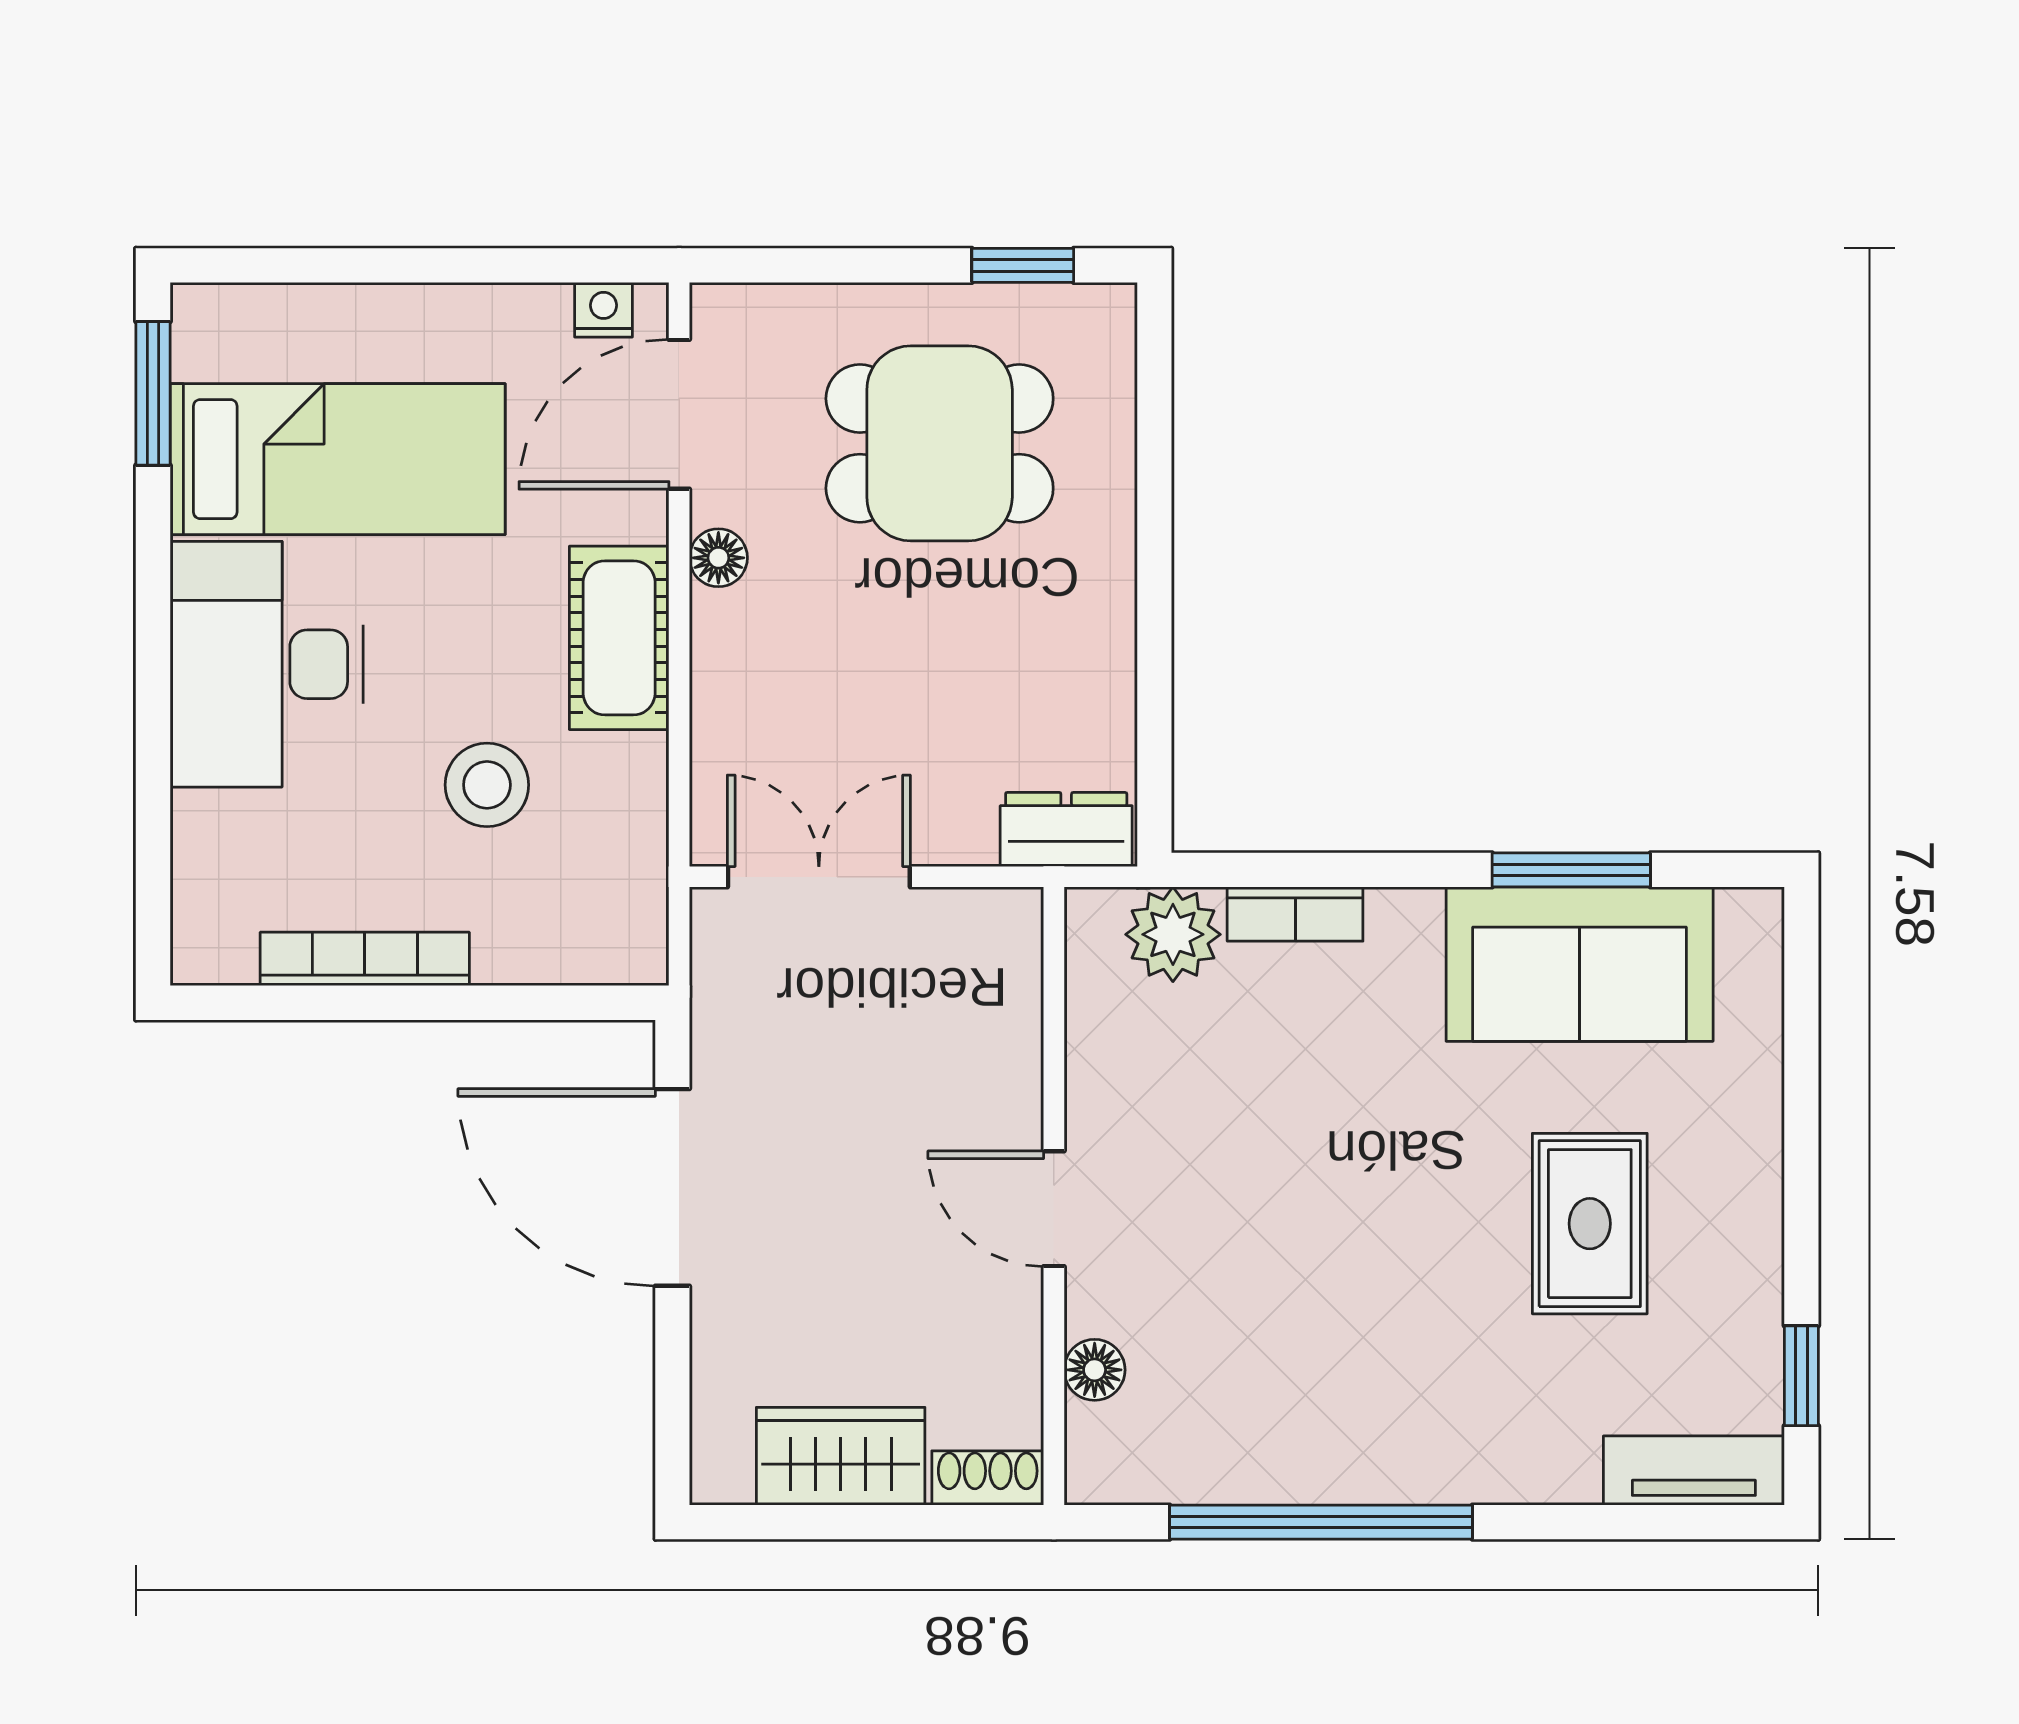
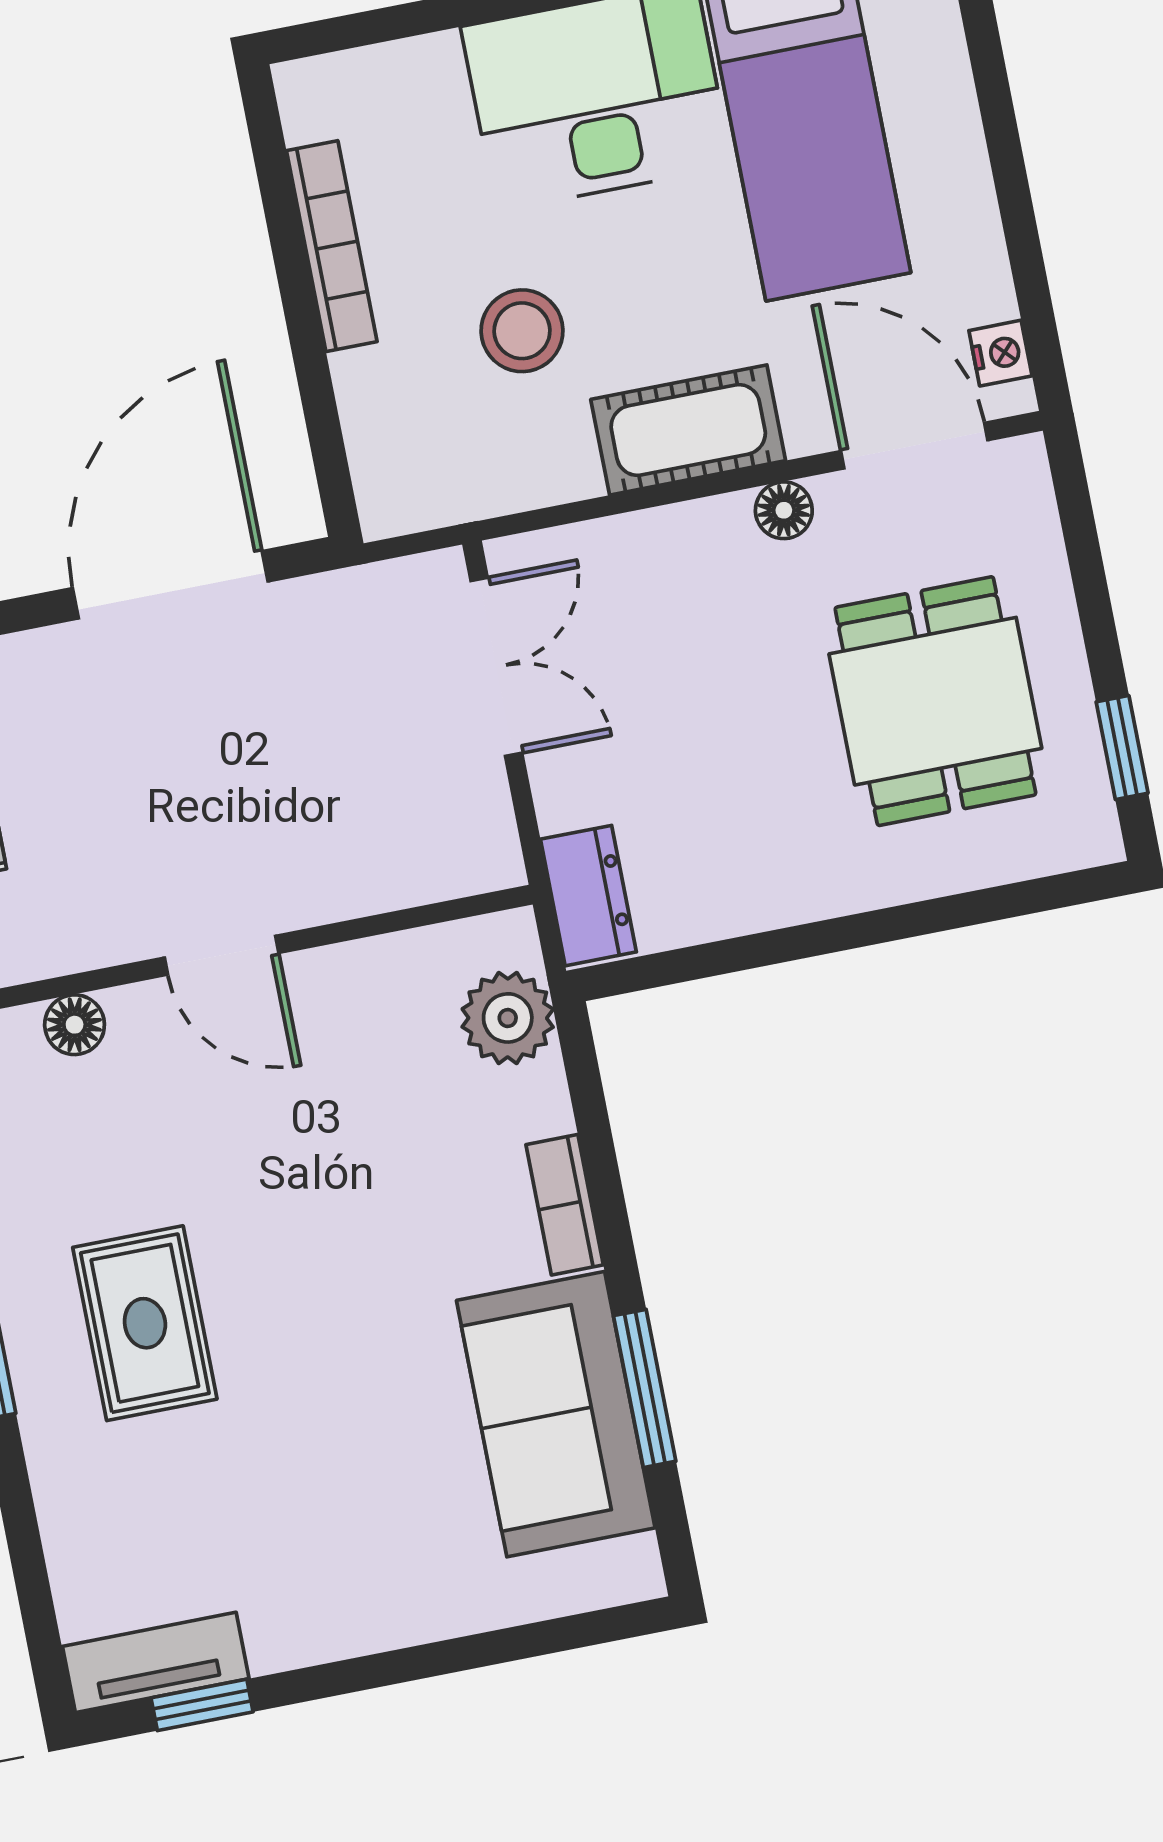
bookcase: (1295, 914) -> (565, 1205), moved
door: (1054, 1209) -> (222, 955), swing flipped
rug: (1590, 1224) -> (145, 1323), moved, turned 90
tv unit: (1694, 1471) -> (156, 1662), moved, turned -90

